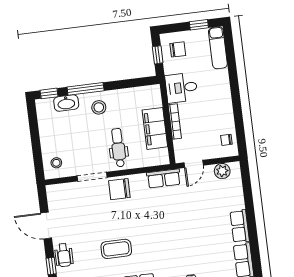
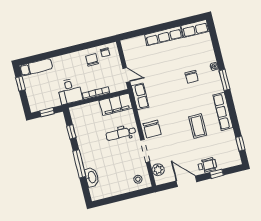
chair: (178, 49) -> (92, 60), moved
window: (49, 93) -> (71, 132), moved
stool: (99, 107) -> (92, 152), removed
filing cabinet: (155, 128) -> (116, 104), moved
plant: (222, 171) -> (158, 170), moved
door: (46, 226) -> (186, 181), swing flipped
row of seats: (240, 226) -> (164, 36), width x1.48
chair: (181, 248) -> (192, 77), added

